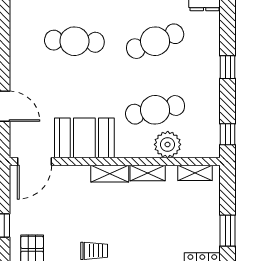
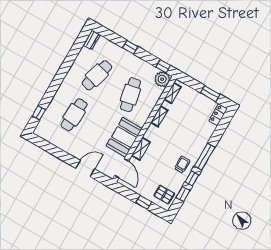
cafe table: (155, 41) -> (97, 75), turned 36
plant: (168, 144) -> (162, 79), moved
shelving: (110, 174) -> (141, 149), moved

